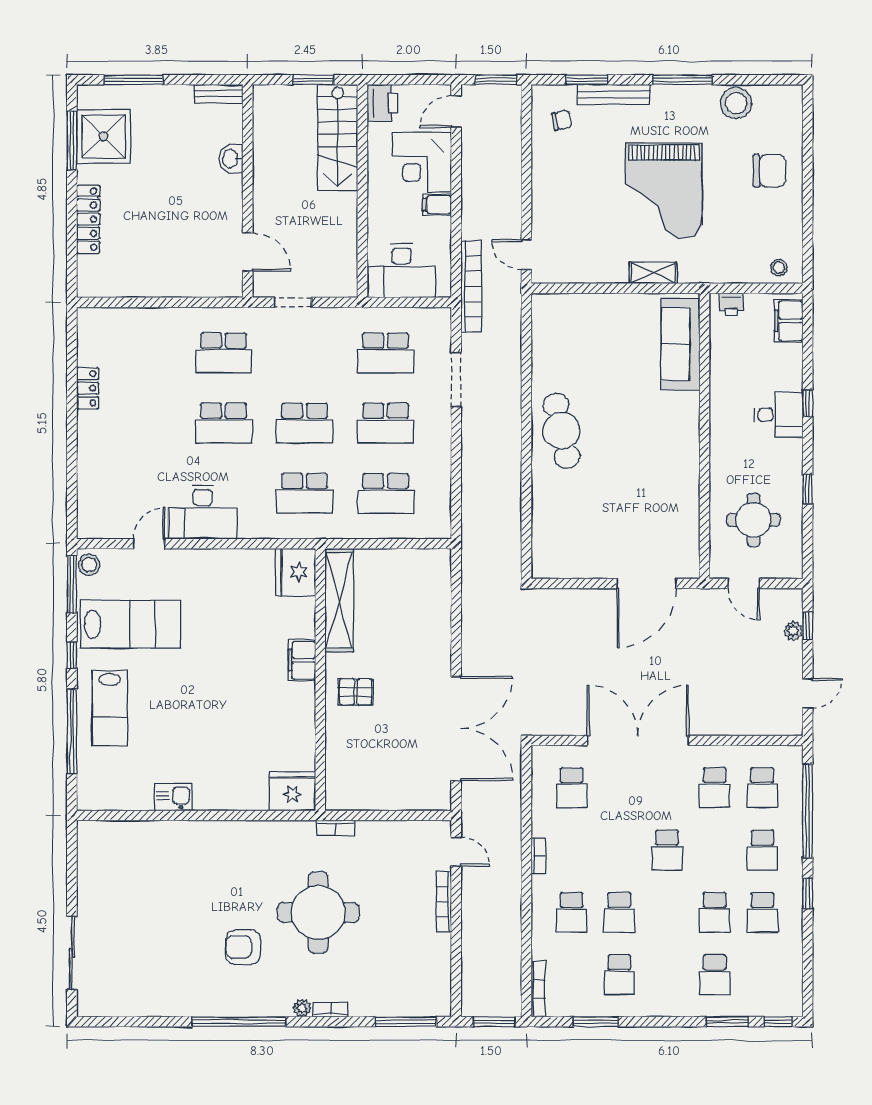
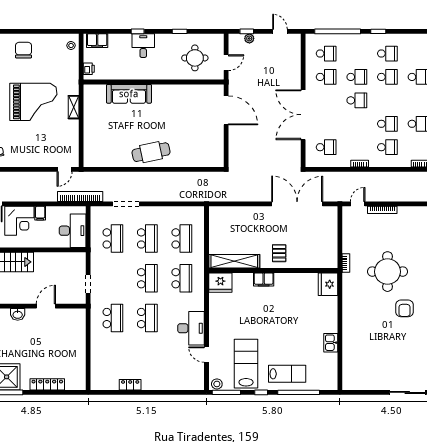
door: (248, 252) -> (46, 306), moved
sofa: (680, 344) -> (129, 94), moved
school desk: (762, 850) -> (357, 77), moved

